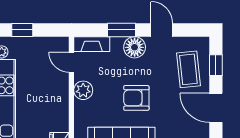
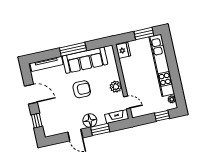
coffee table: (188, 69) -> (53, 114), removed

